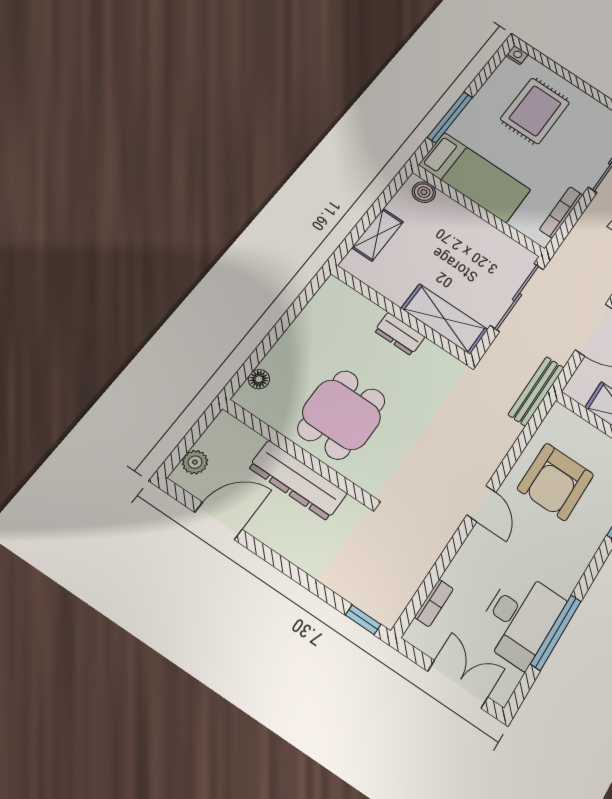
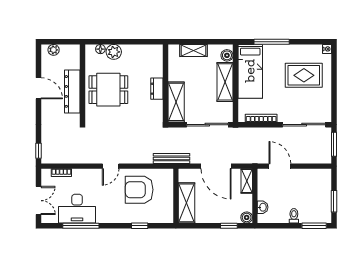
shelving: (465, 224) -> (225, 82), added
plant: (282, 360) -> (114, 52), added
door: (218, 521) -> (39, 88), moved

